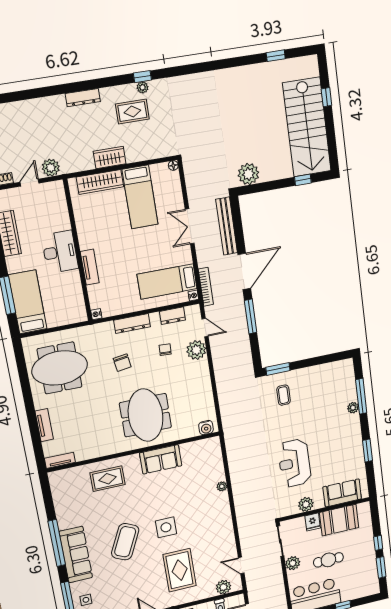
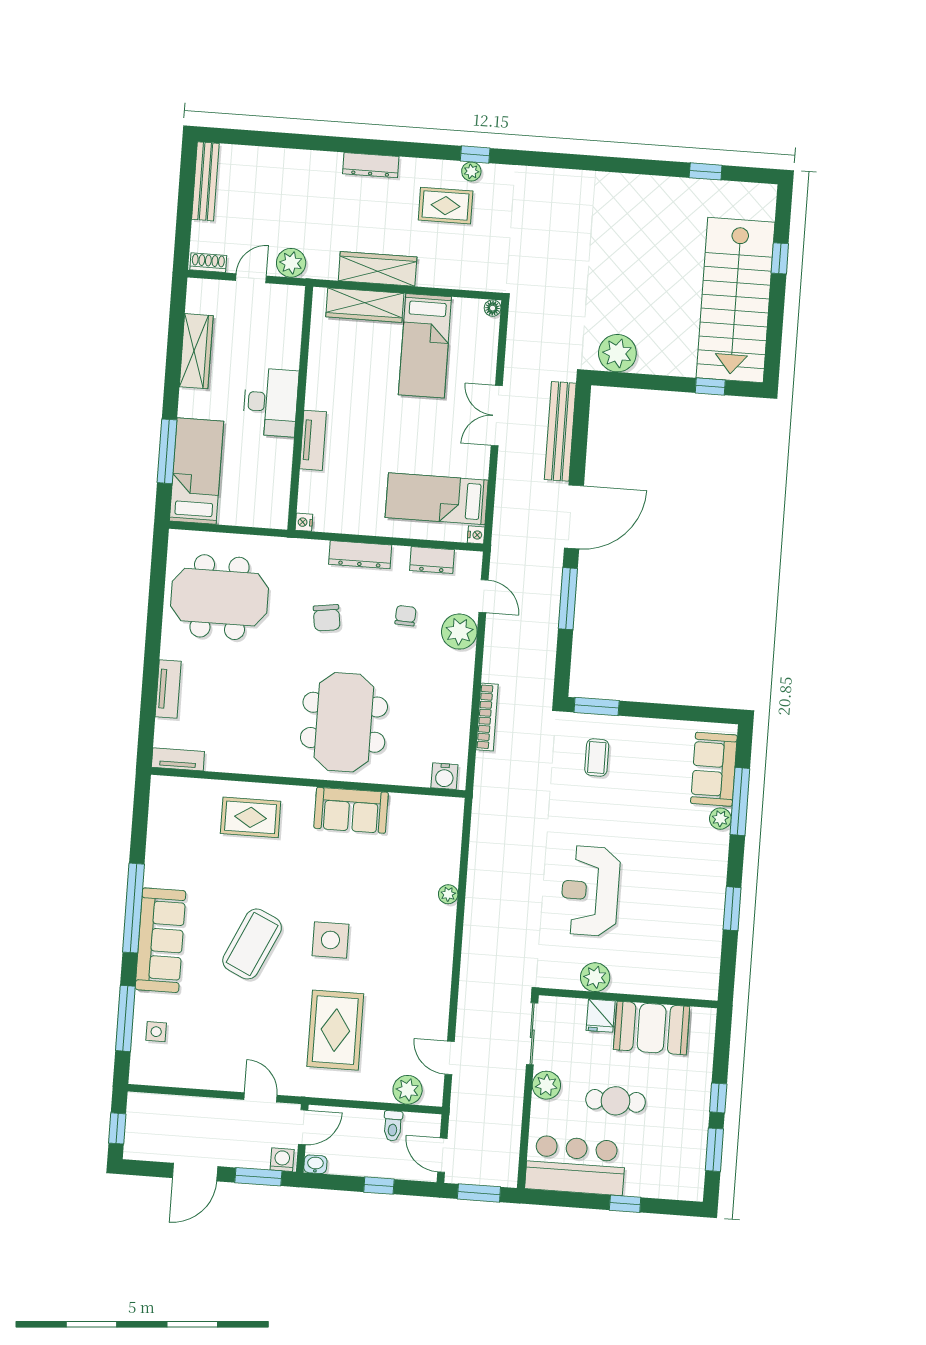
wardrobe: (110, 158) -> (378, 269), width x1.50
bookcase: (206, 287) -> (487, 717), moved
sofa: (342, 493) -> (714, 769), moved, turned -90

